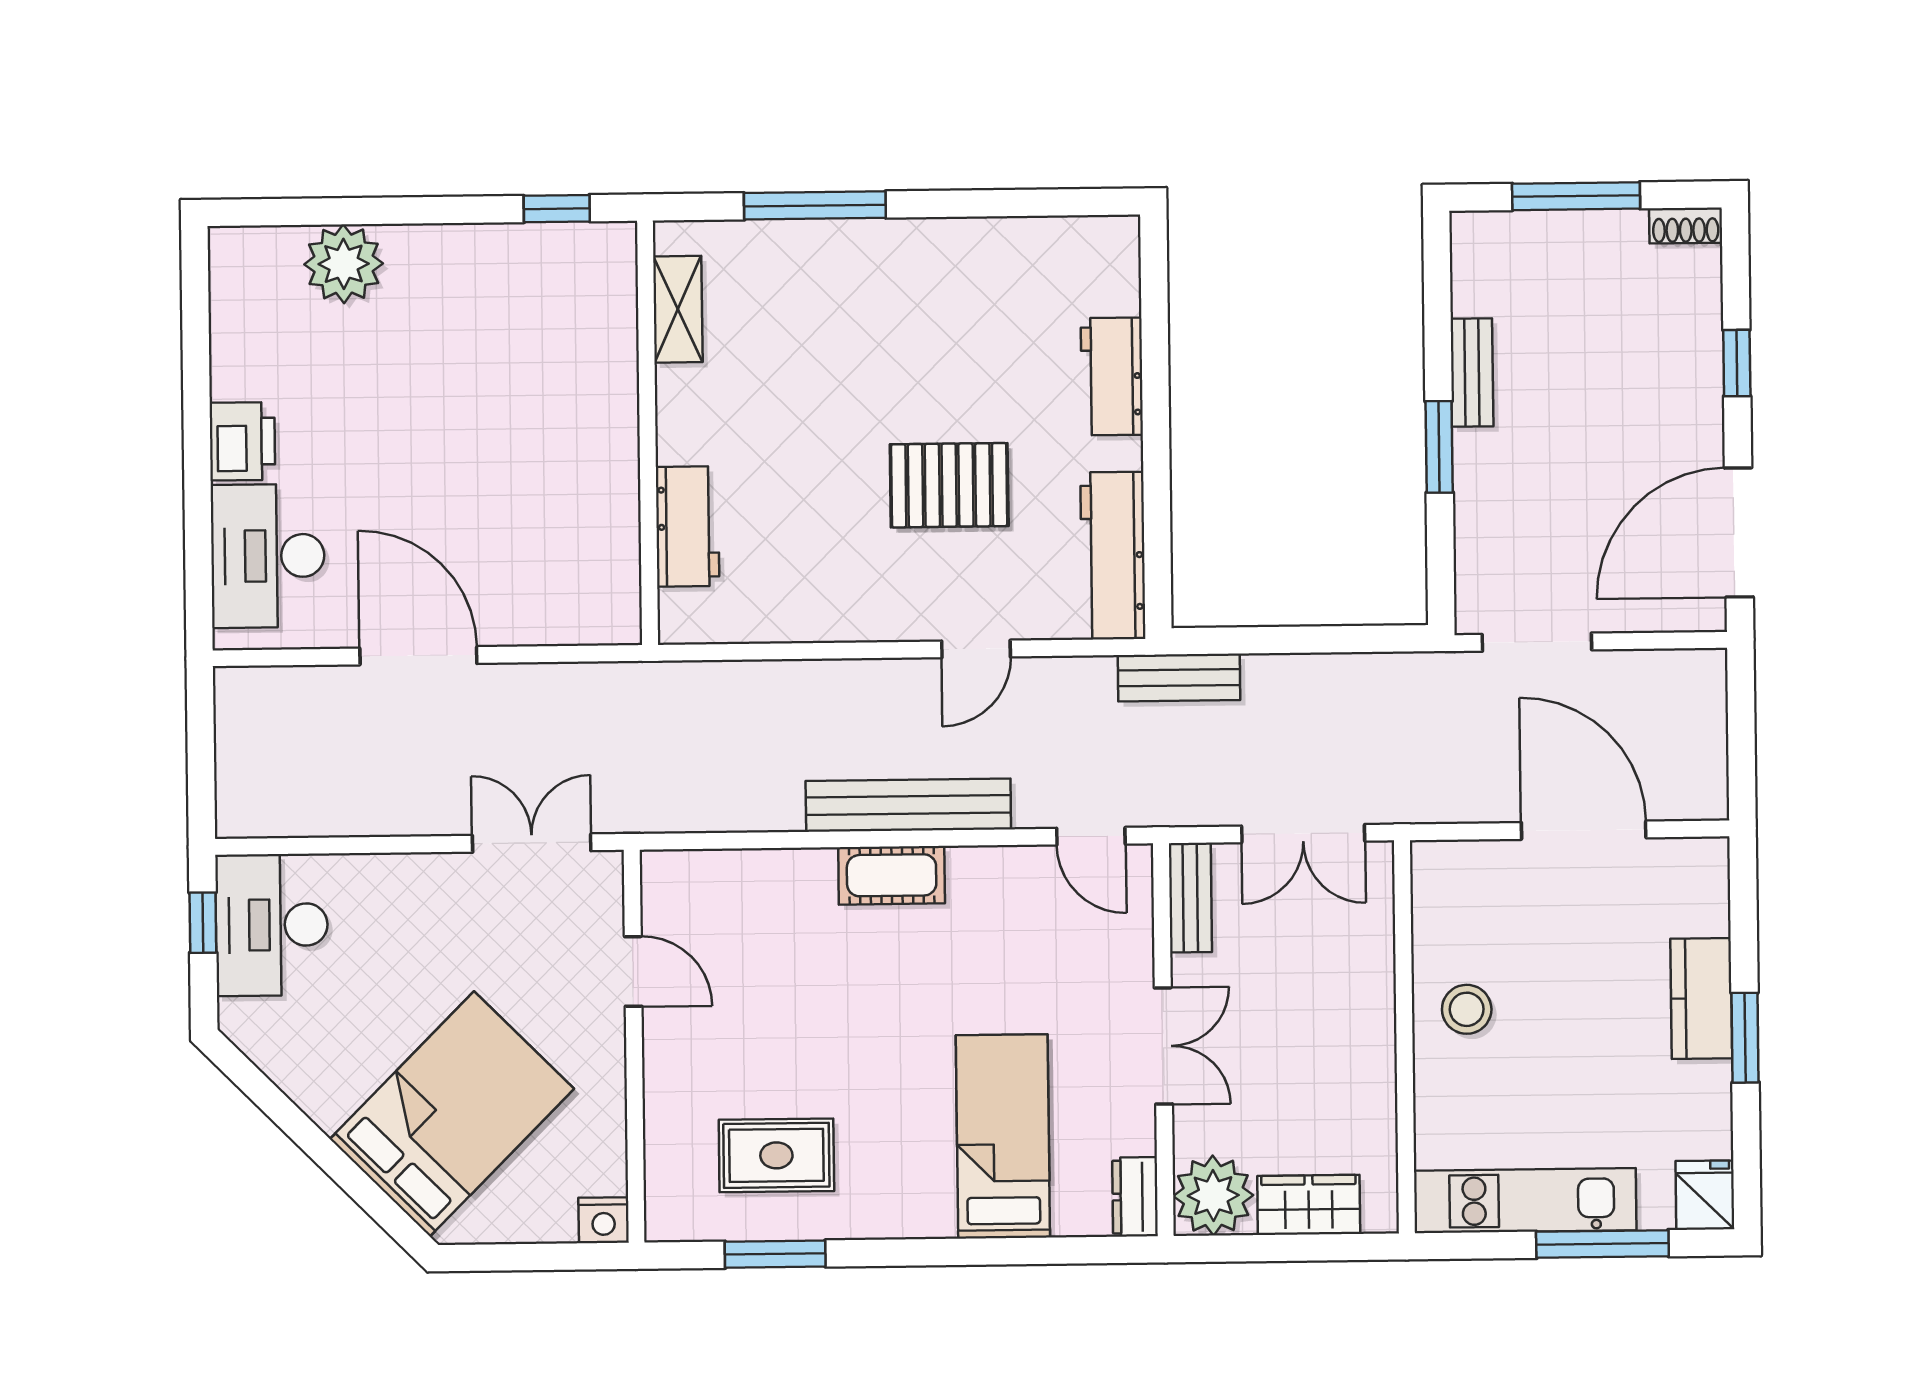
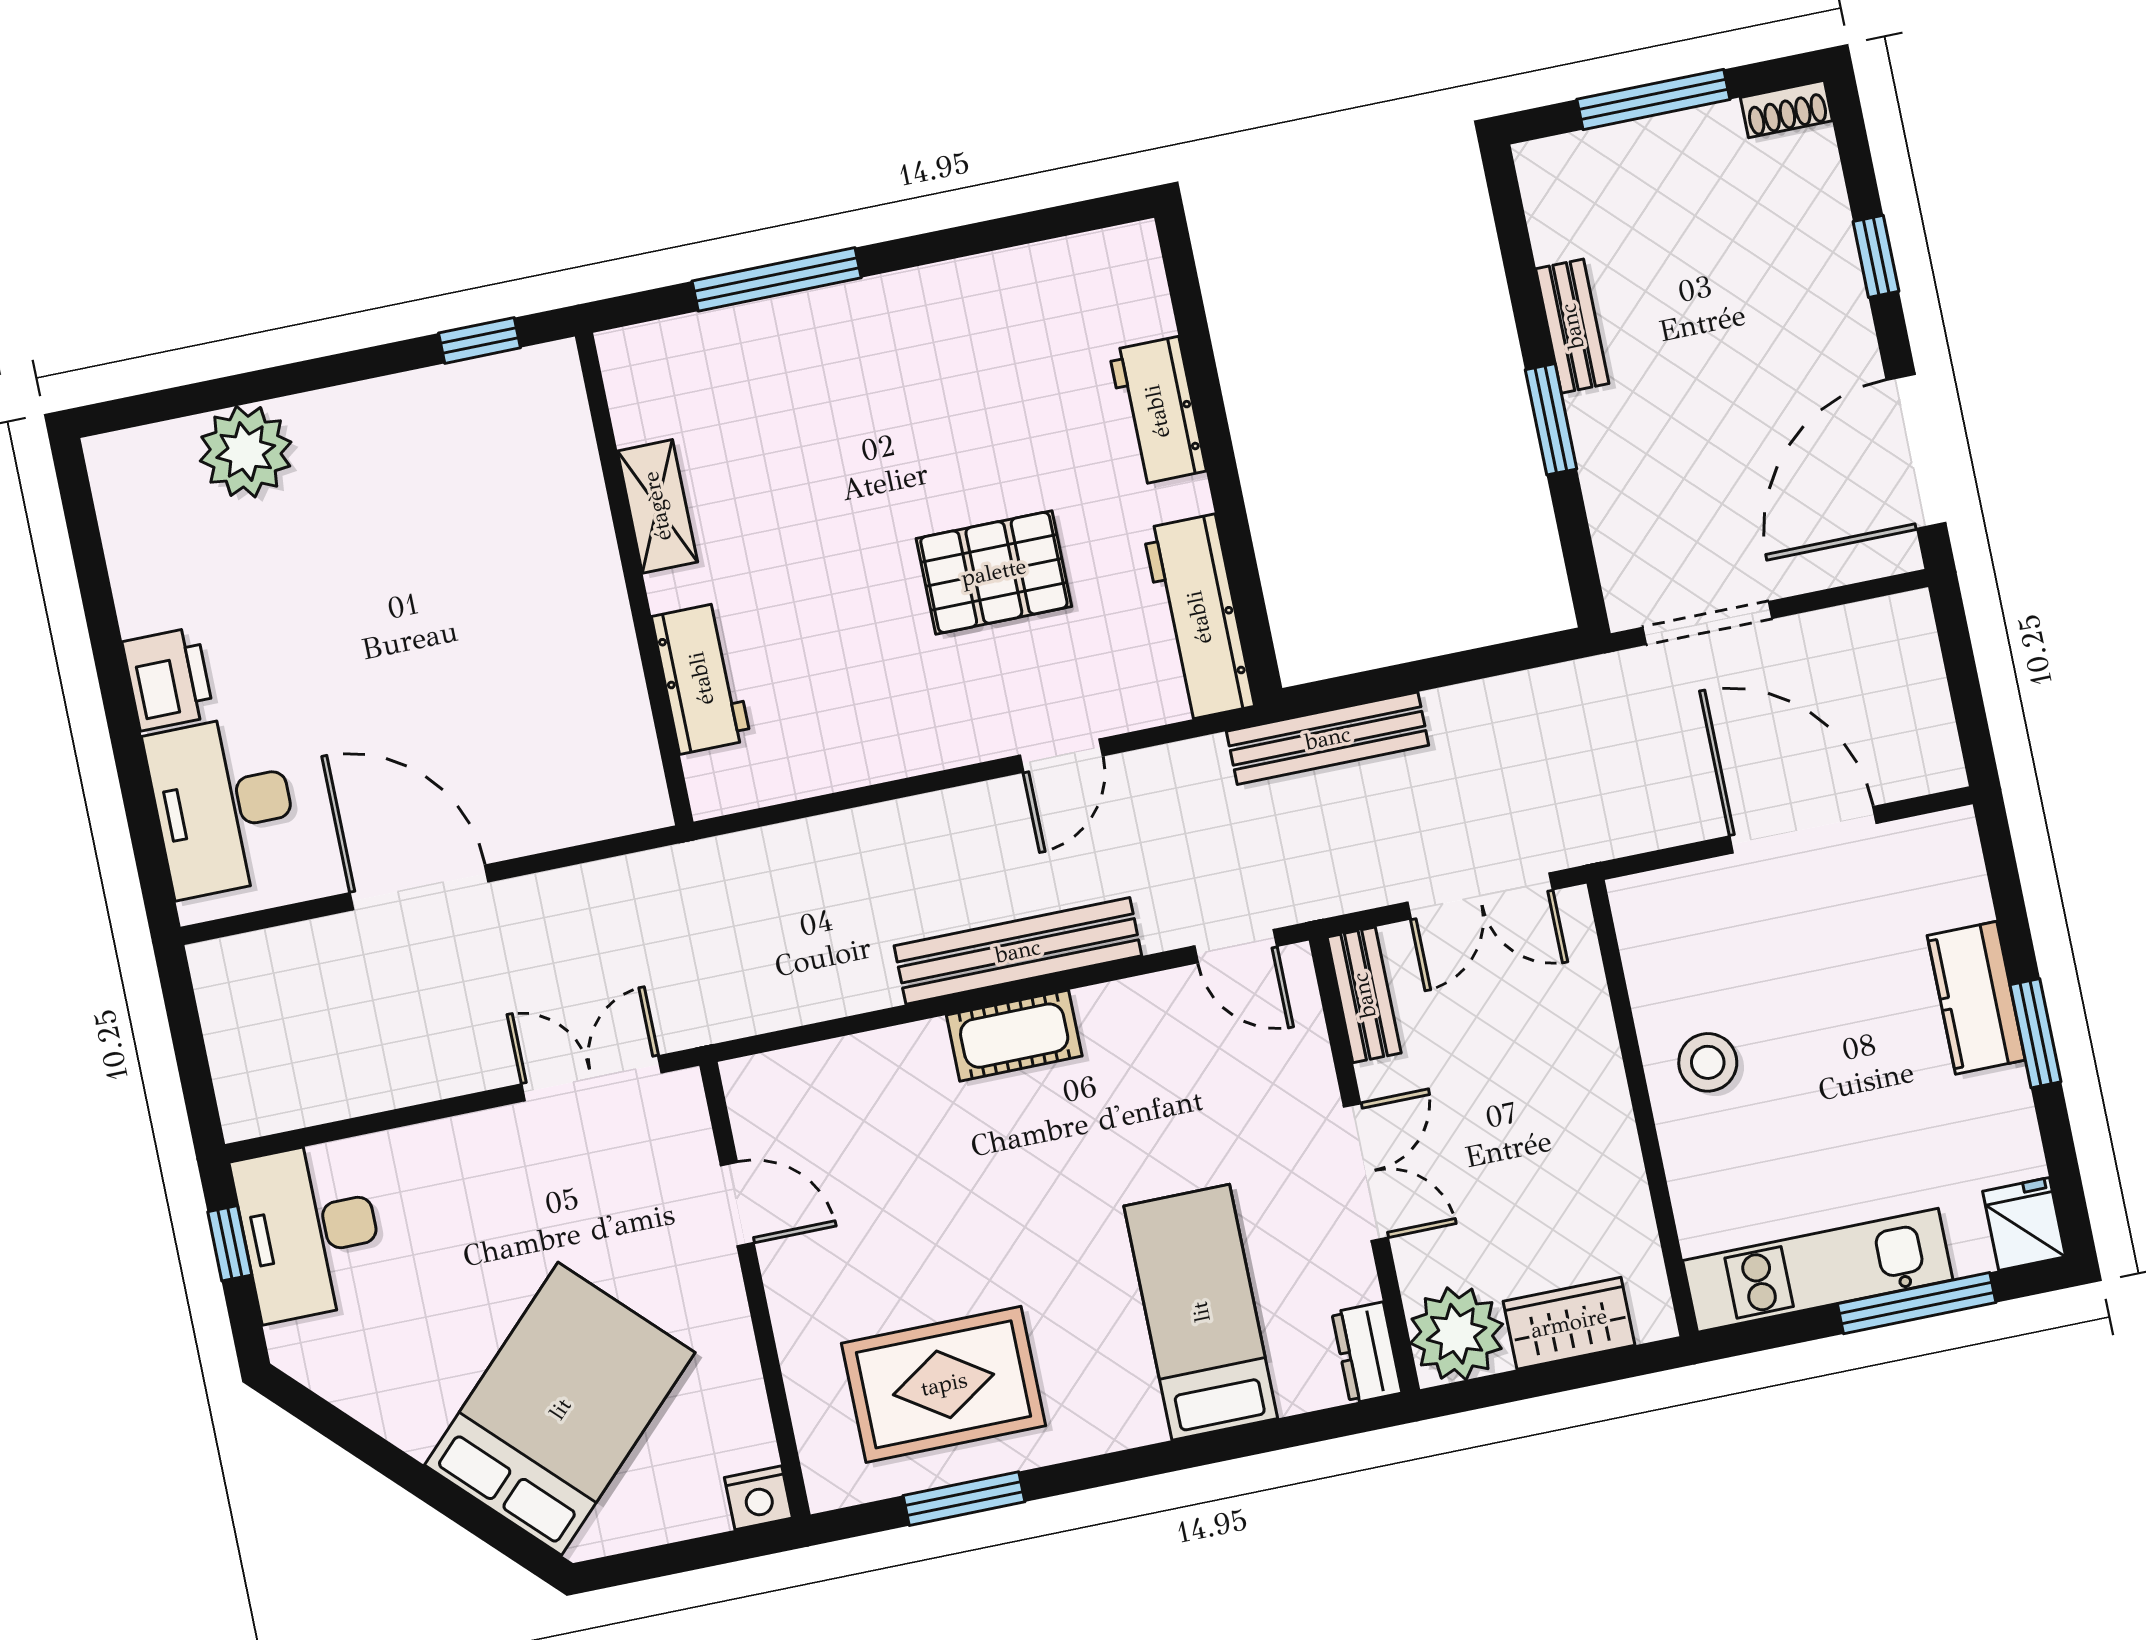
shelving: (678, 309) -> (657, 506), moved
bench: (1179, 678) -> (1328, 738), width x1.36
rug: (776, 1155) -> (944, 1384), width x1.36, depth x1.43

